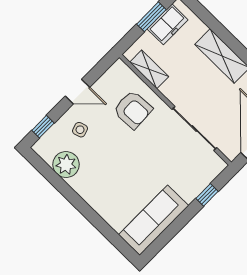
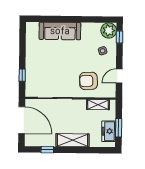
door: (77, 92) -> (119, 76), moved
plant: (66, 165) -> (109, 30), moved
sofa: (154, 220) -> (60, 31), moved, turned 90

